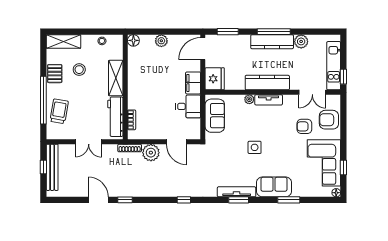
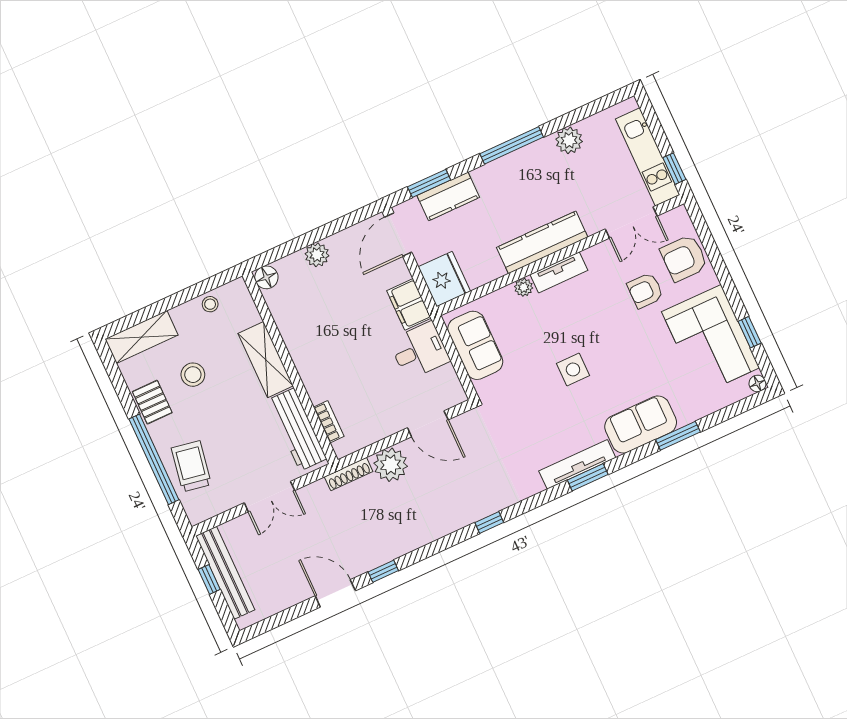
kitchen counter: (272, 42) -> (448, 196), moved, width x0.67

